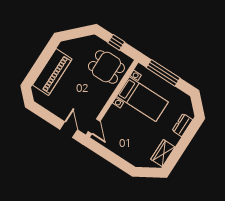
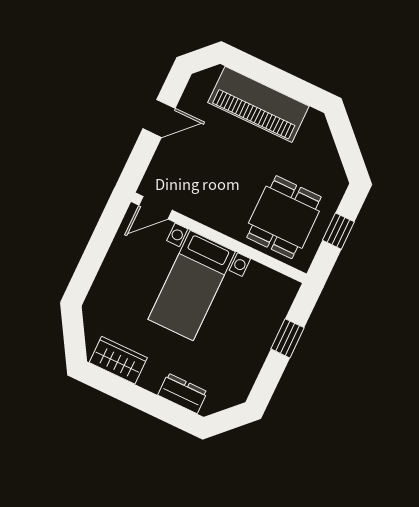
window: (163, 73) -> (287, 338), width x0.46
bed with nightstands: (142, 99) -> (192, 285), moved
door: (69, 130) -> (159, 118), moved

